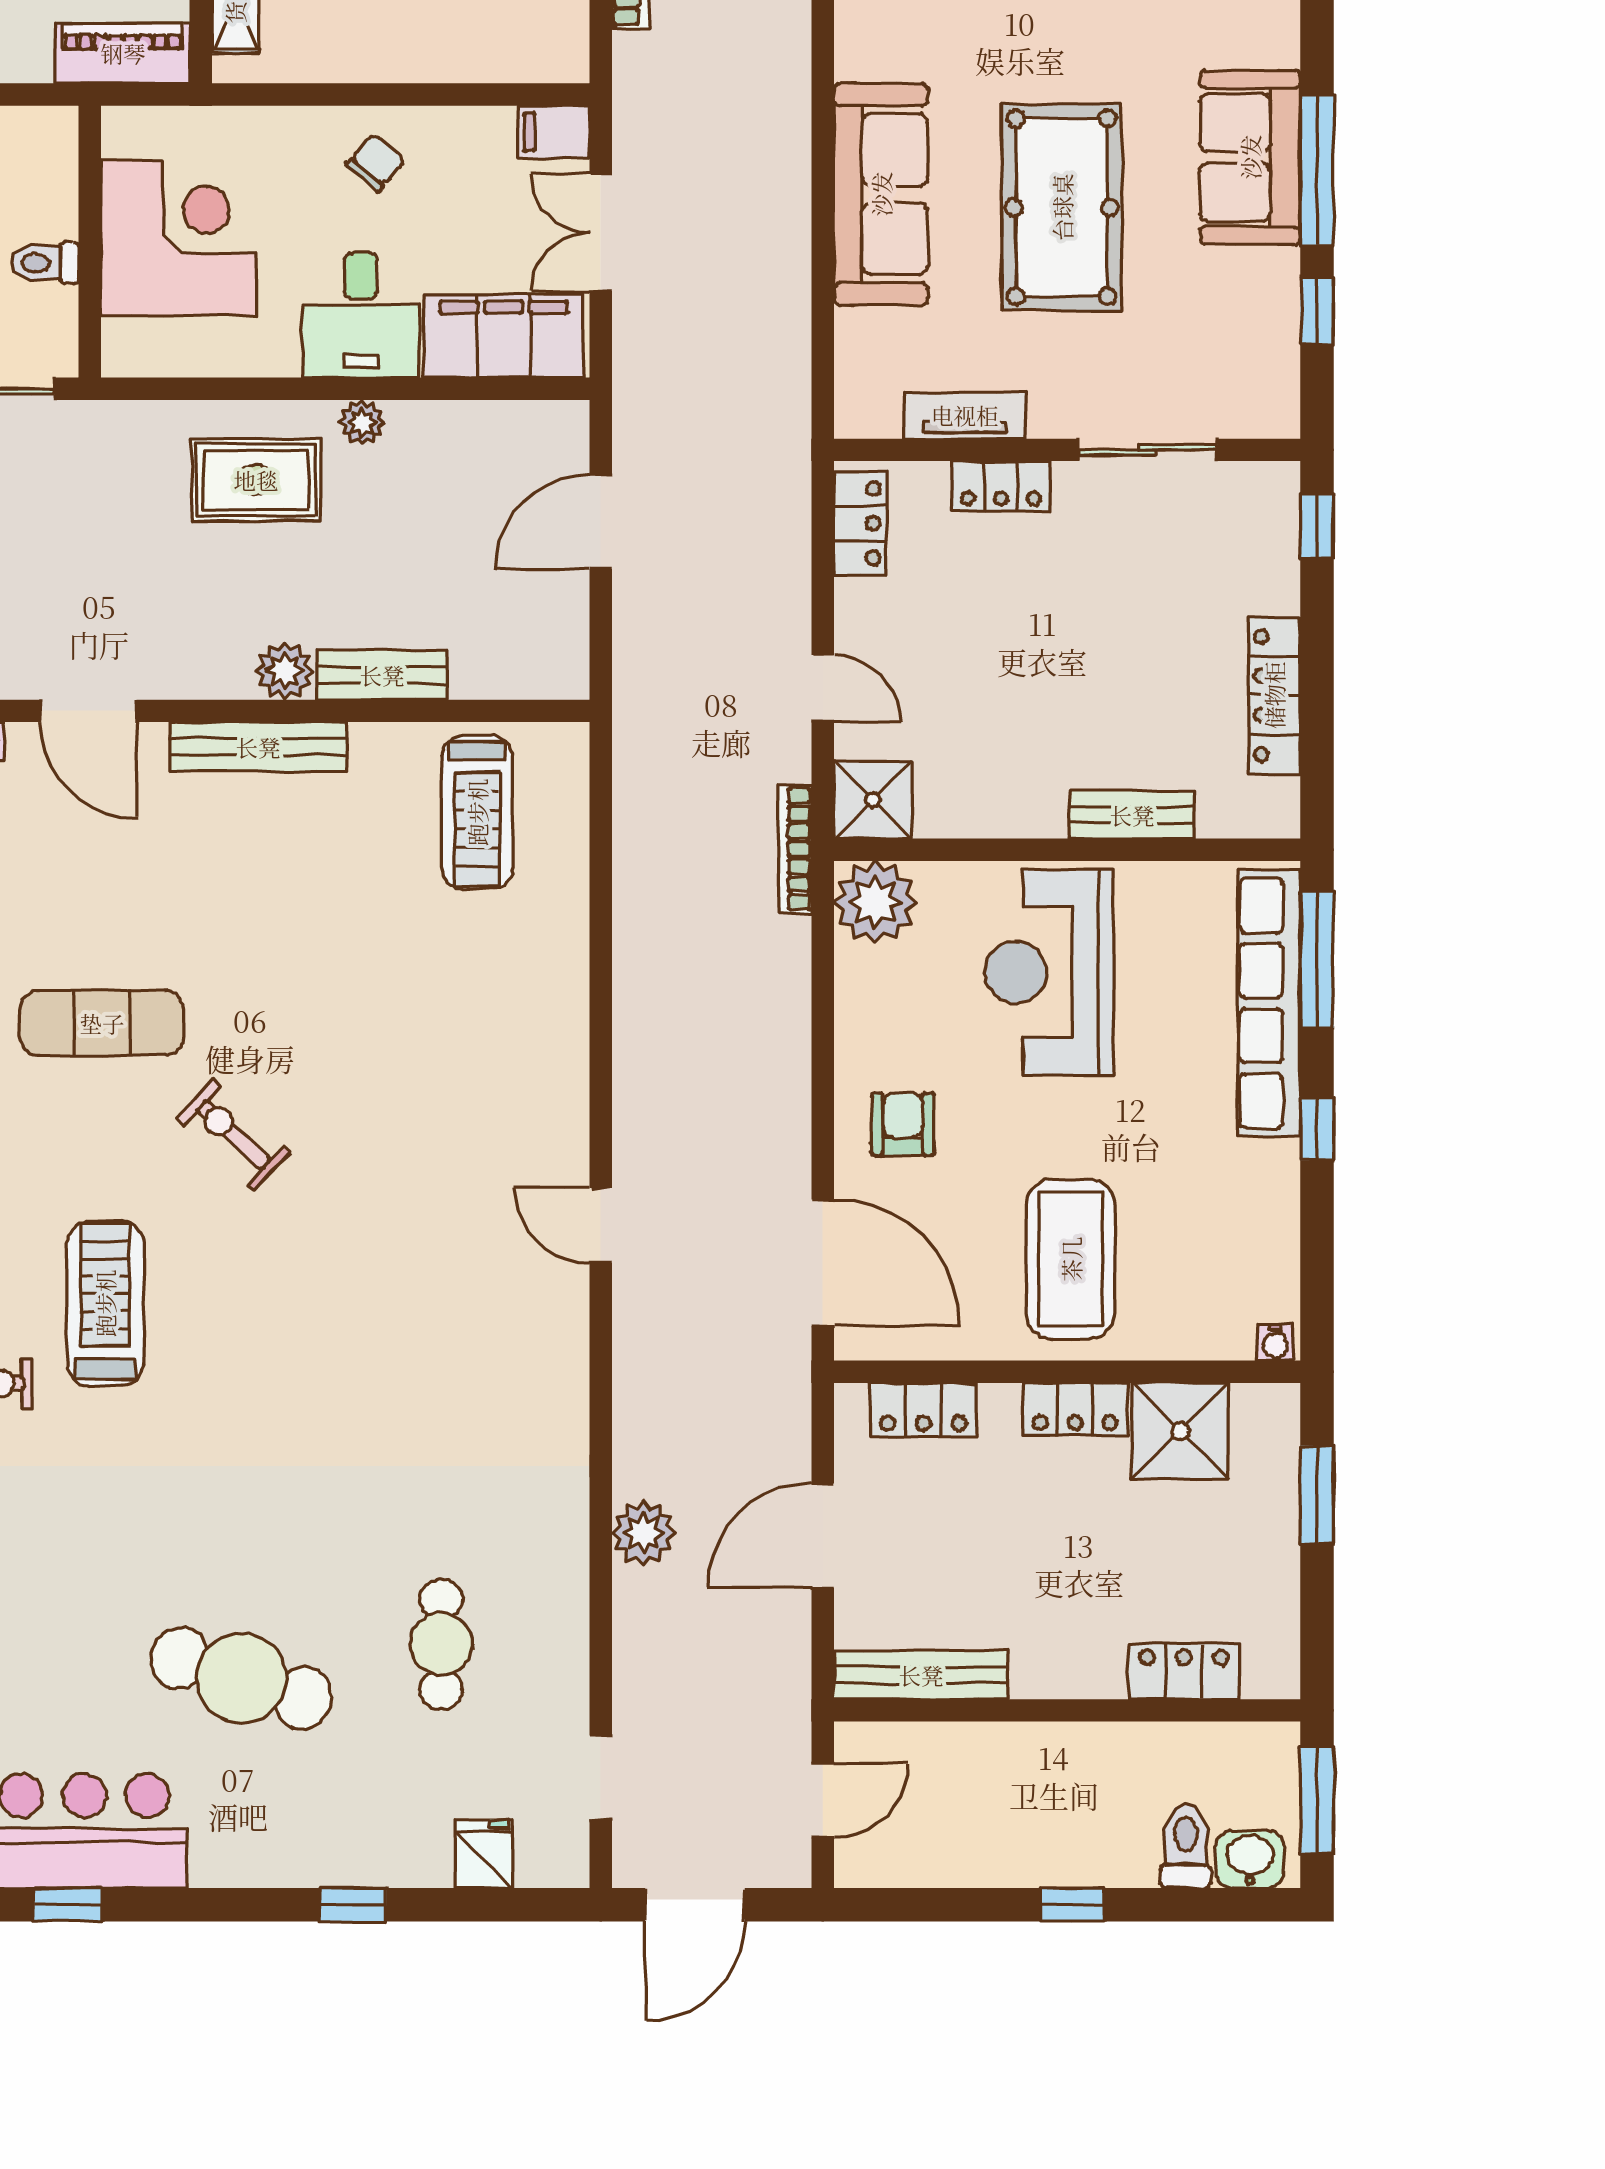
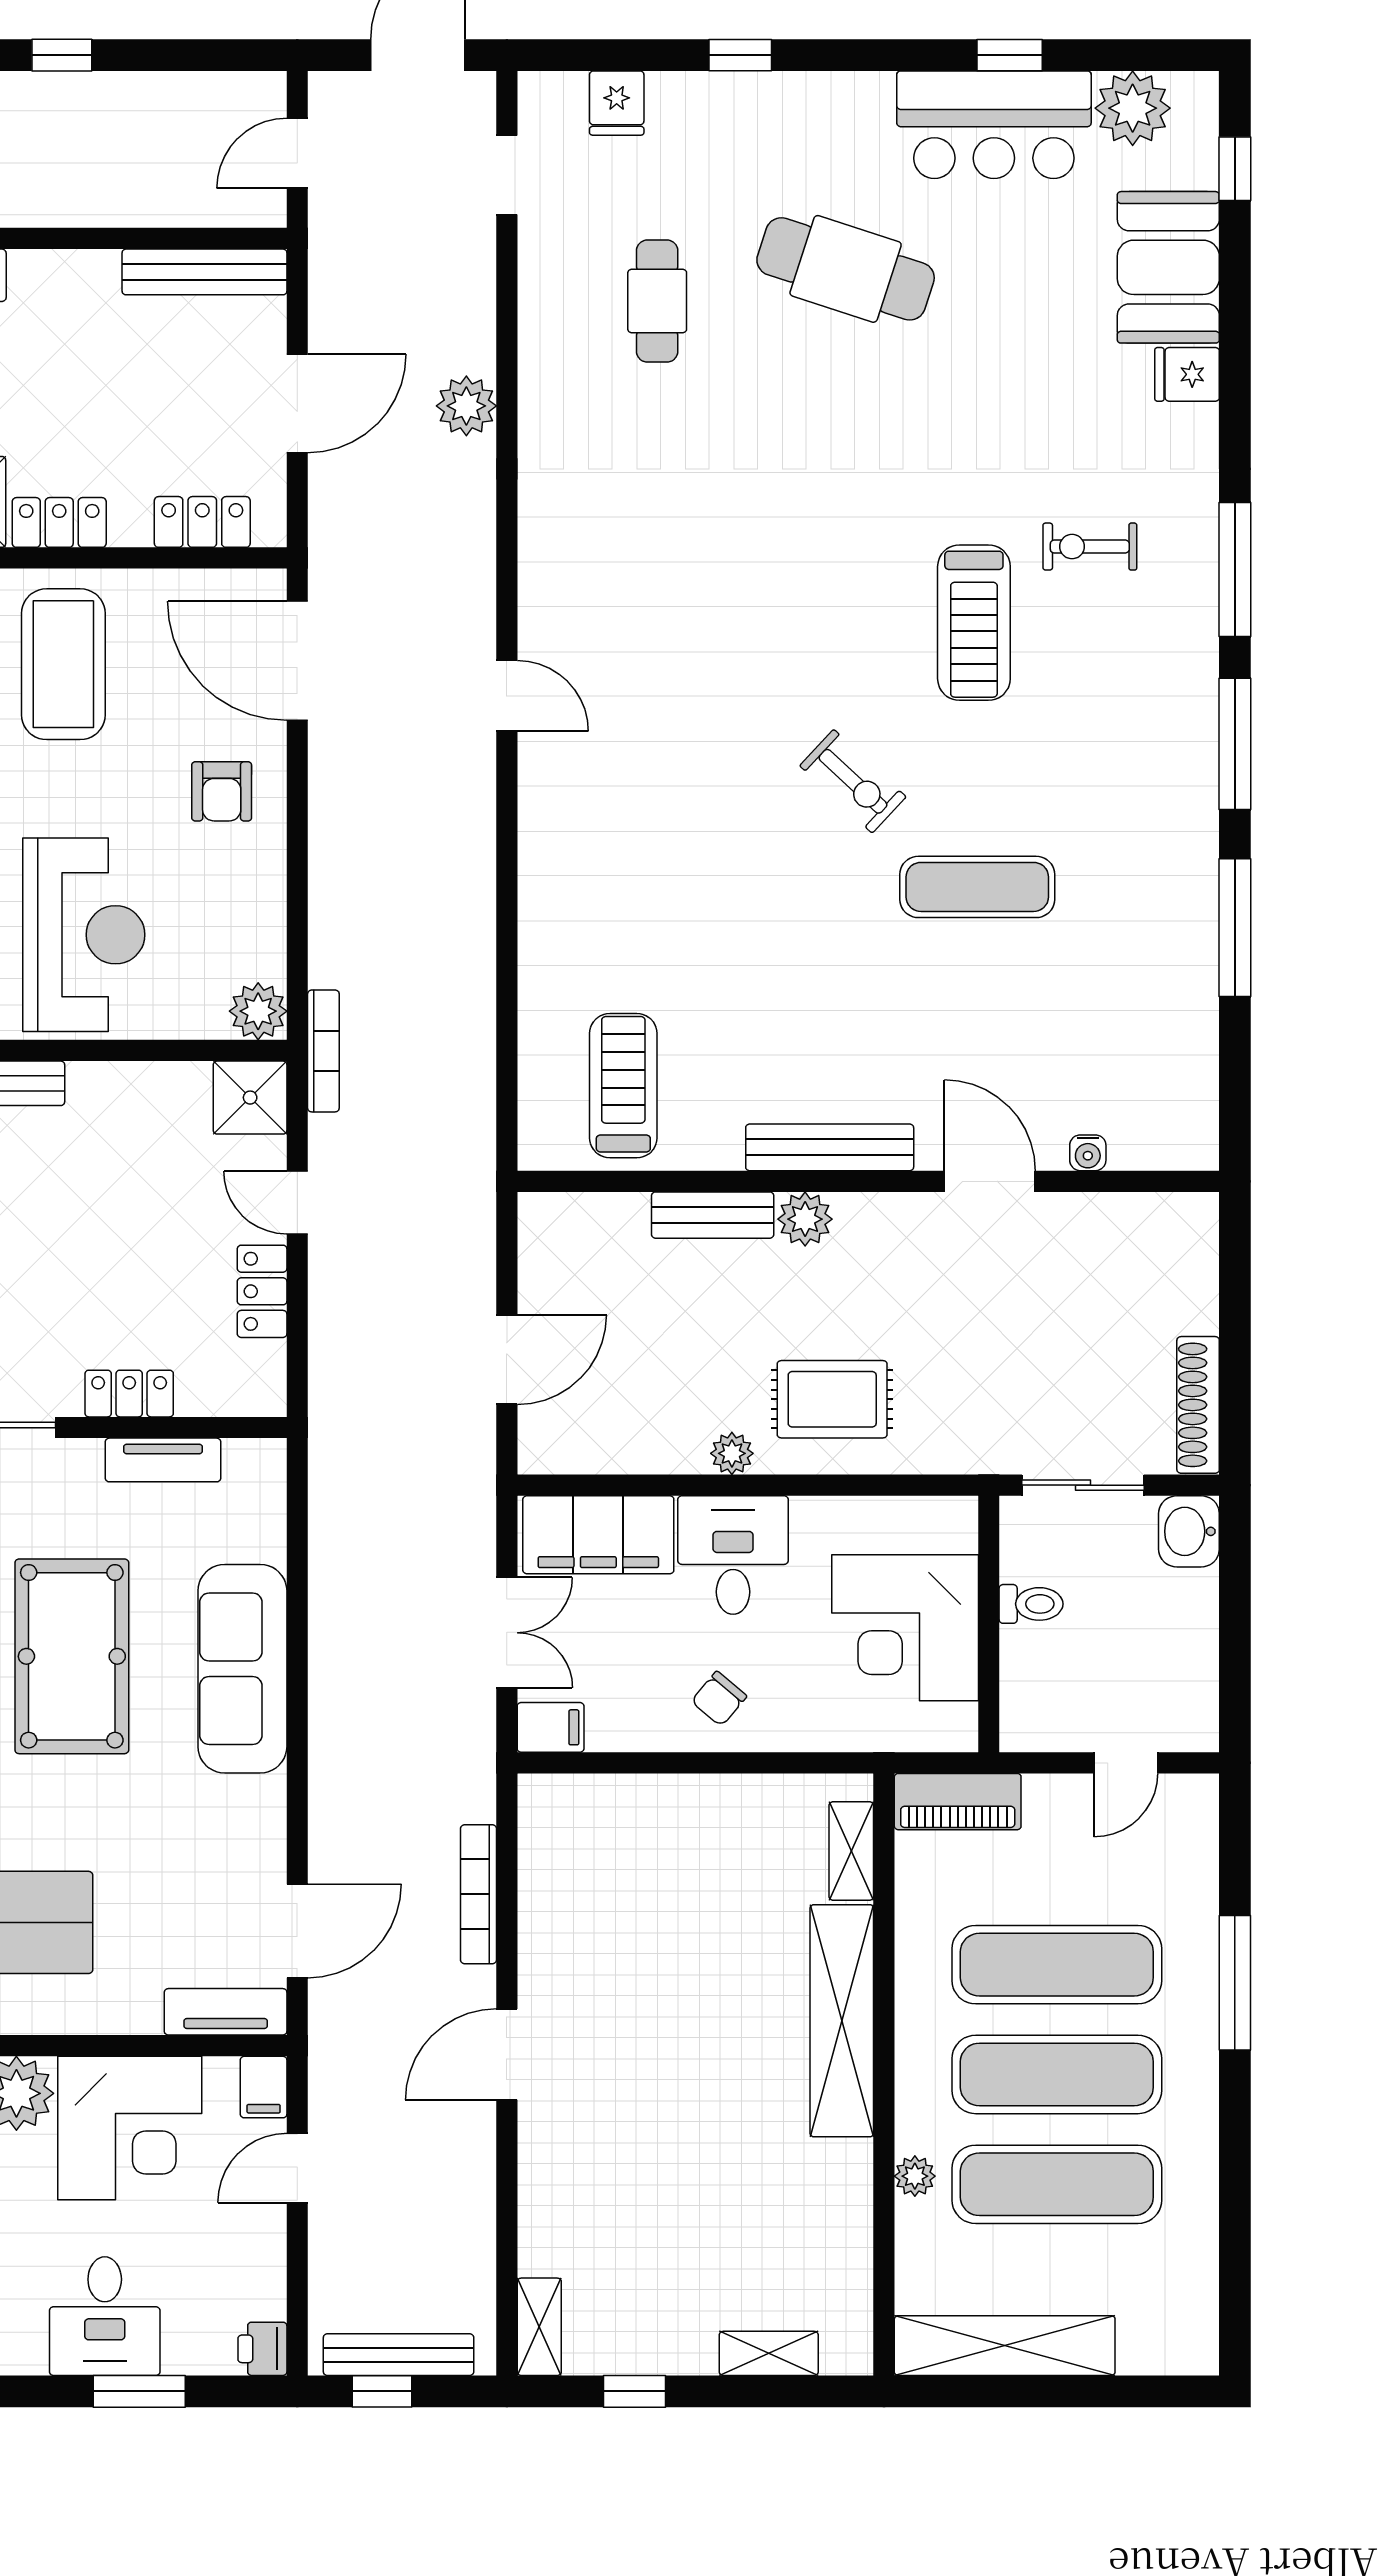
locker: (860, 523) -> (262, 1291), moved
plant: (875, 902) -> (258, 1011), width x0.73, depth x0.73

